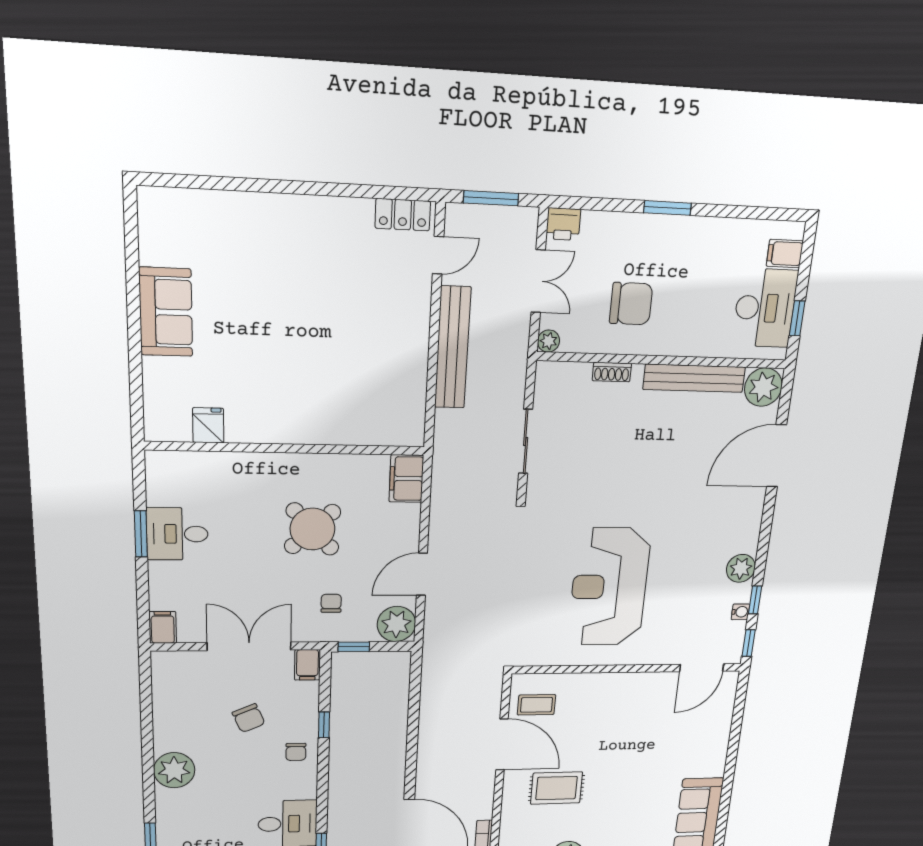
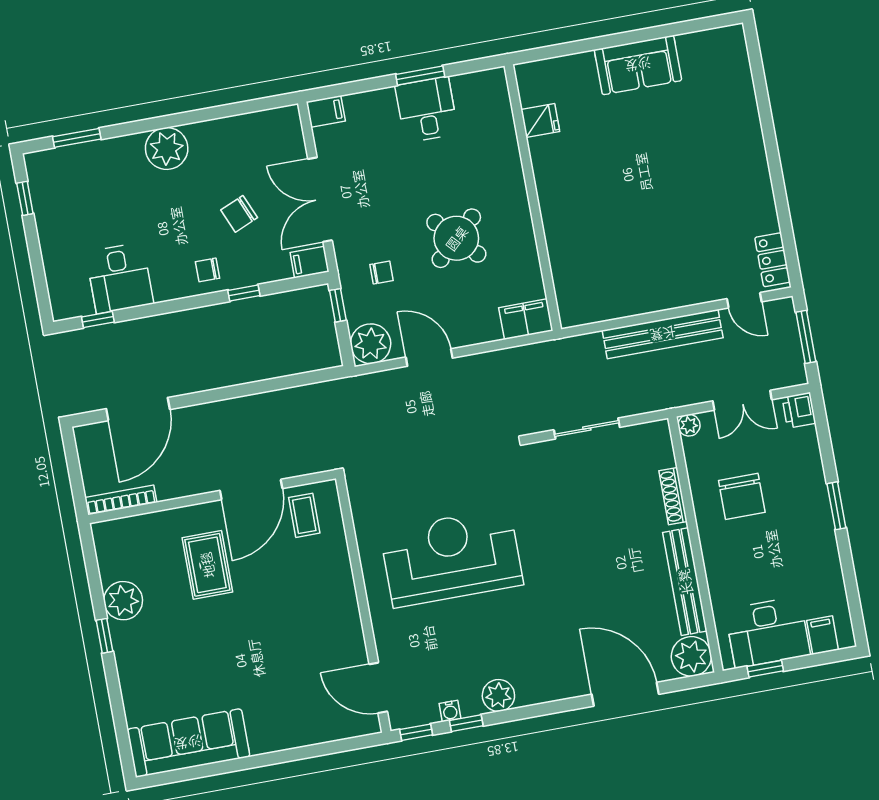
shoe rack: (612, 372) -> (673, 496), width x1.43
double door: (249, 646) -> (320, 200), swing flipped

